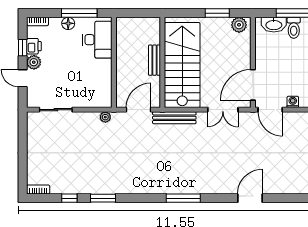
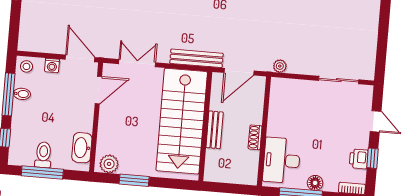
washbasin: (274, 25) -> (82, 148), moved, turned -90
shoe rack: (121, 57) -> (255, 137), added
plant: (34, 62) -> (361, 140), removed
door: (253, 85) -> (98, 90), width x0.73

